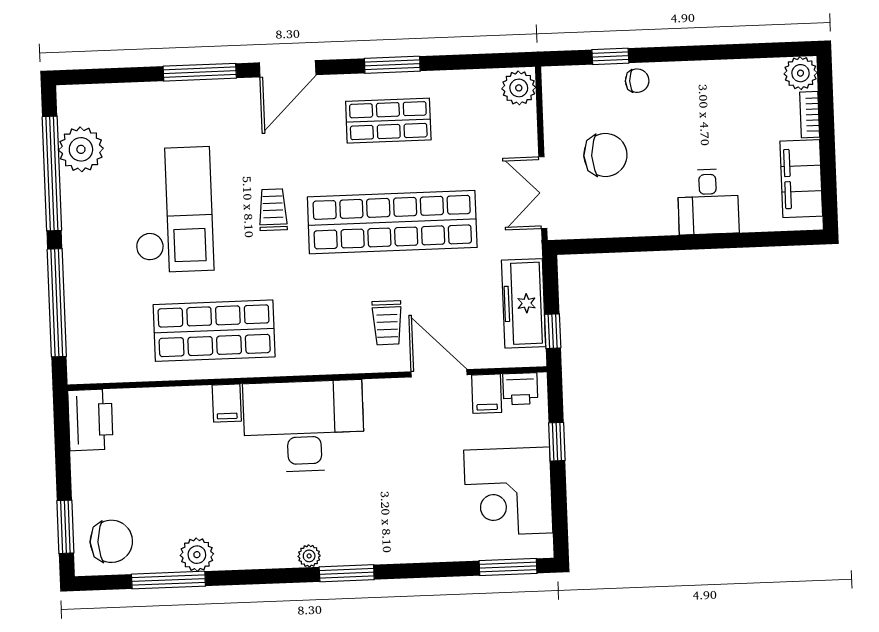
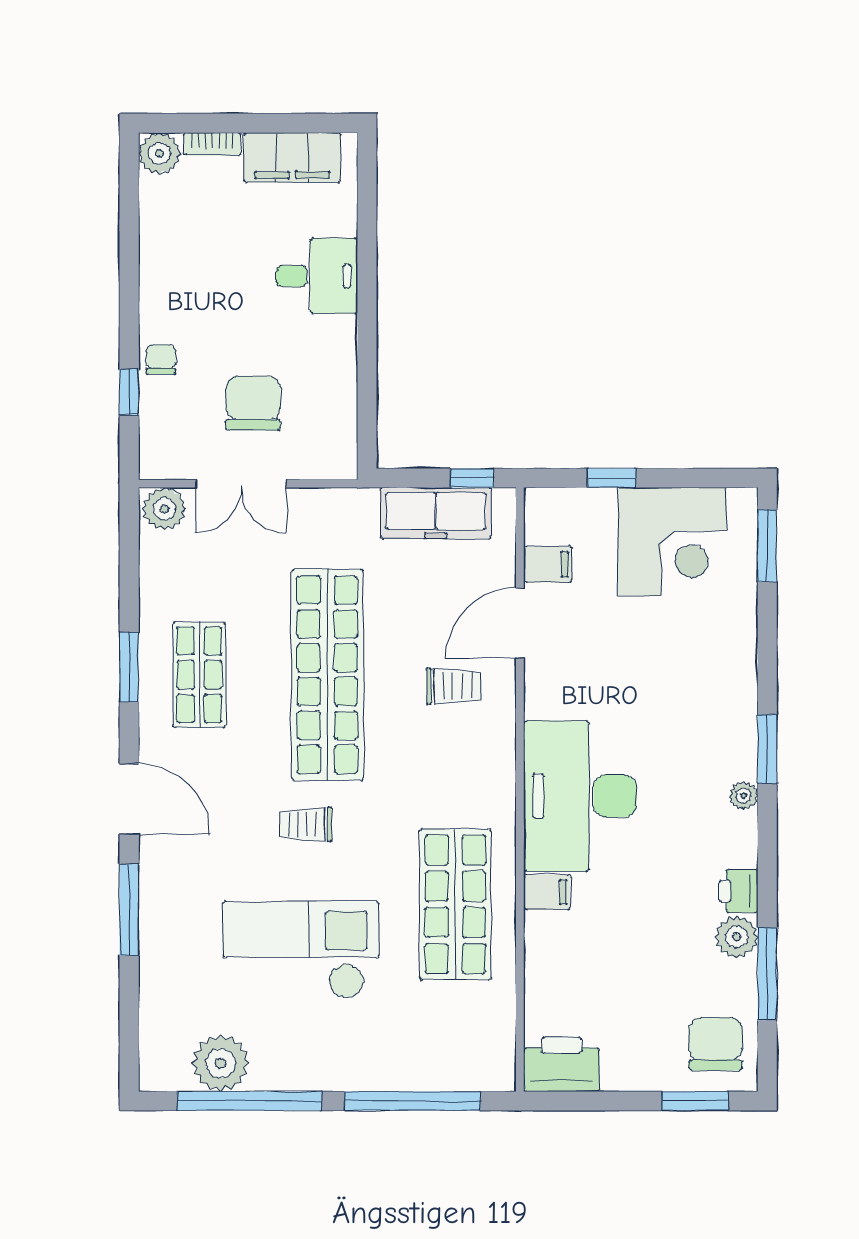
double door: (543, 193) -> (241, 484), moved
printer: (520, 389) -> (738, 891), moved, turned 180

